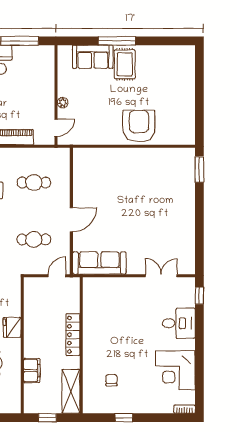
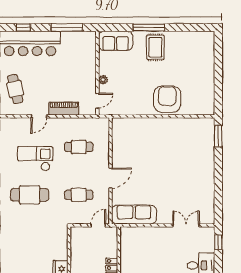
sofa: (93, 57) -> (116, 41), moved

